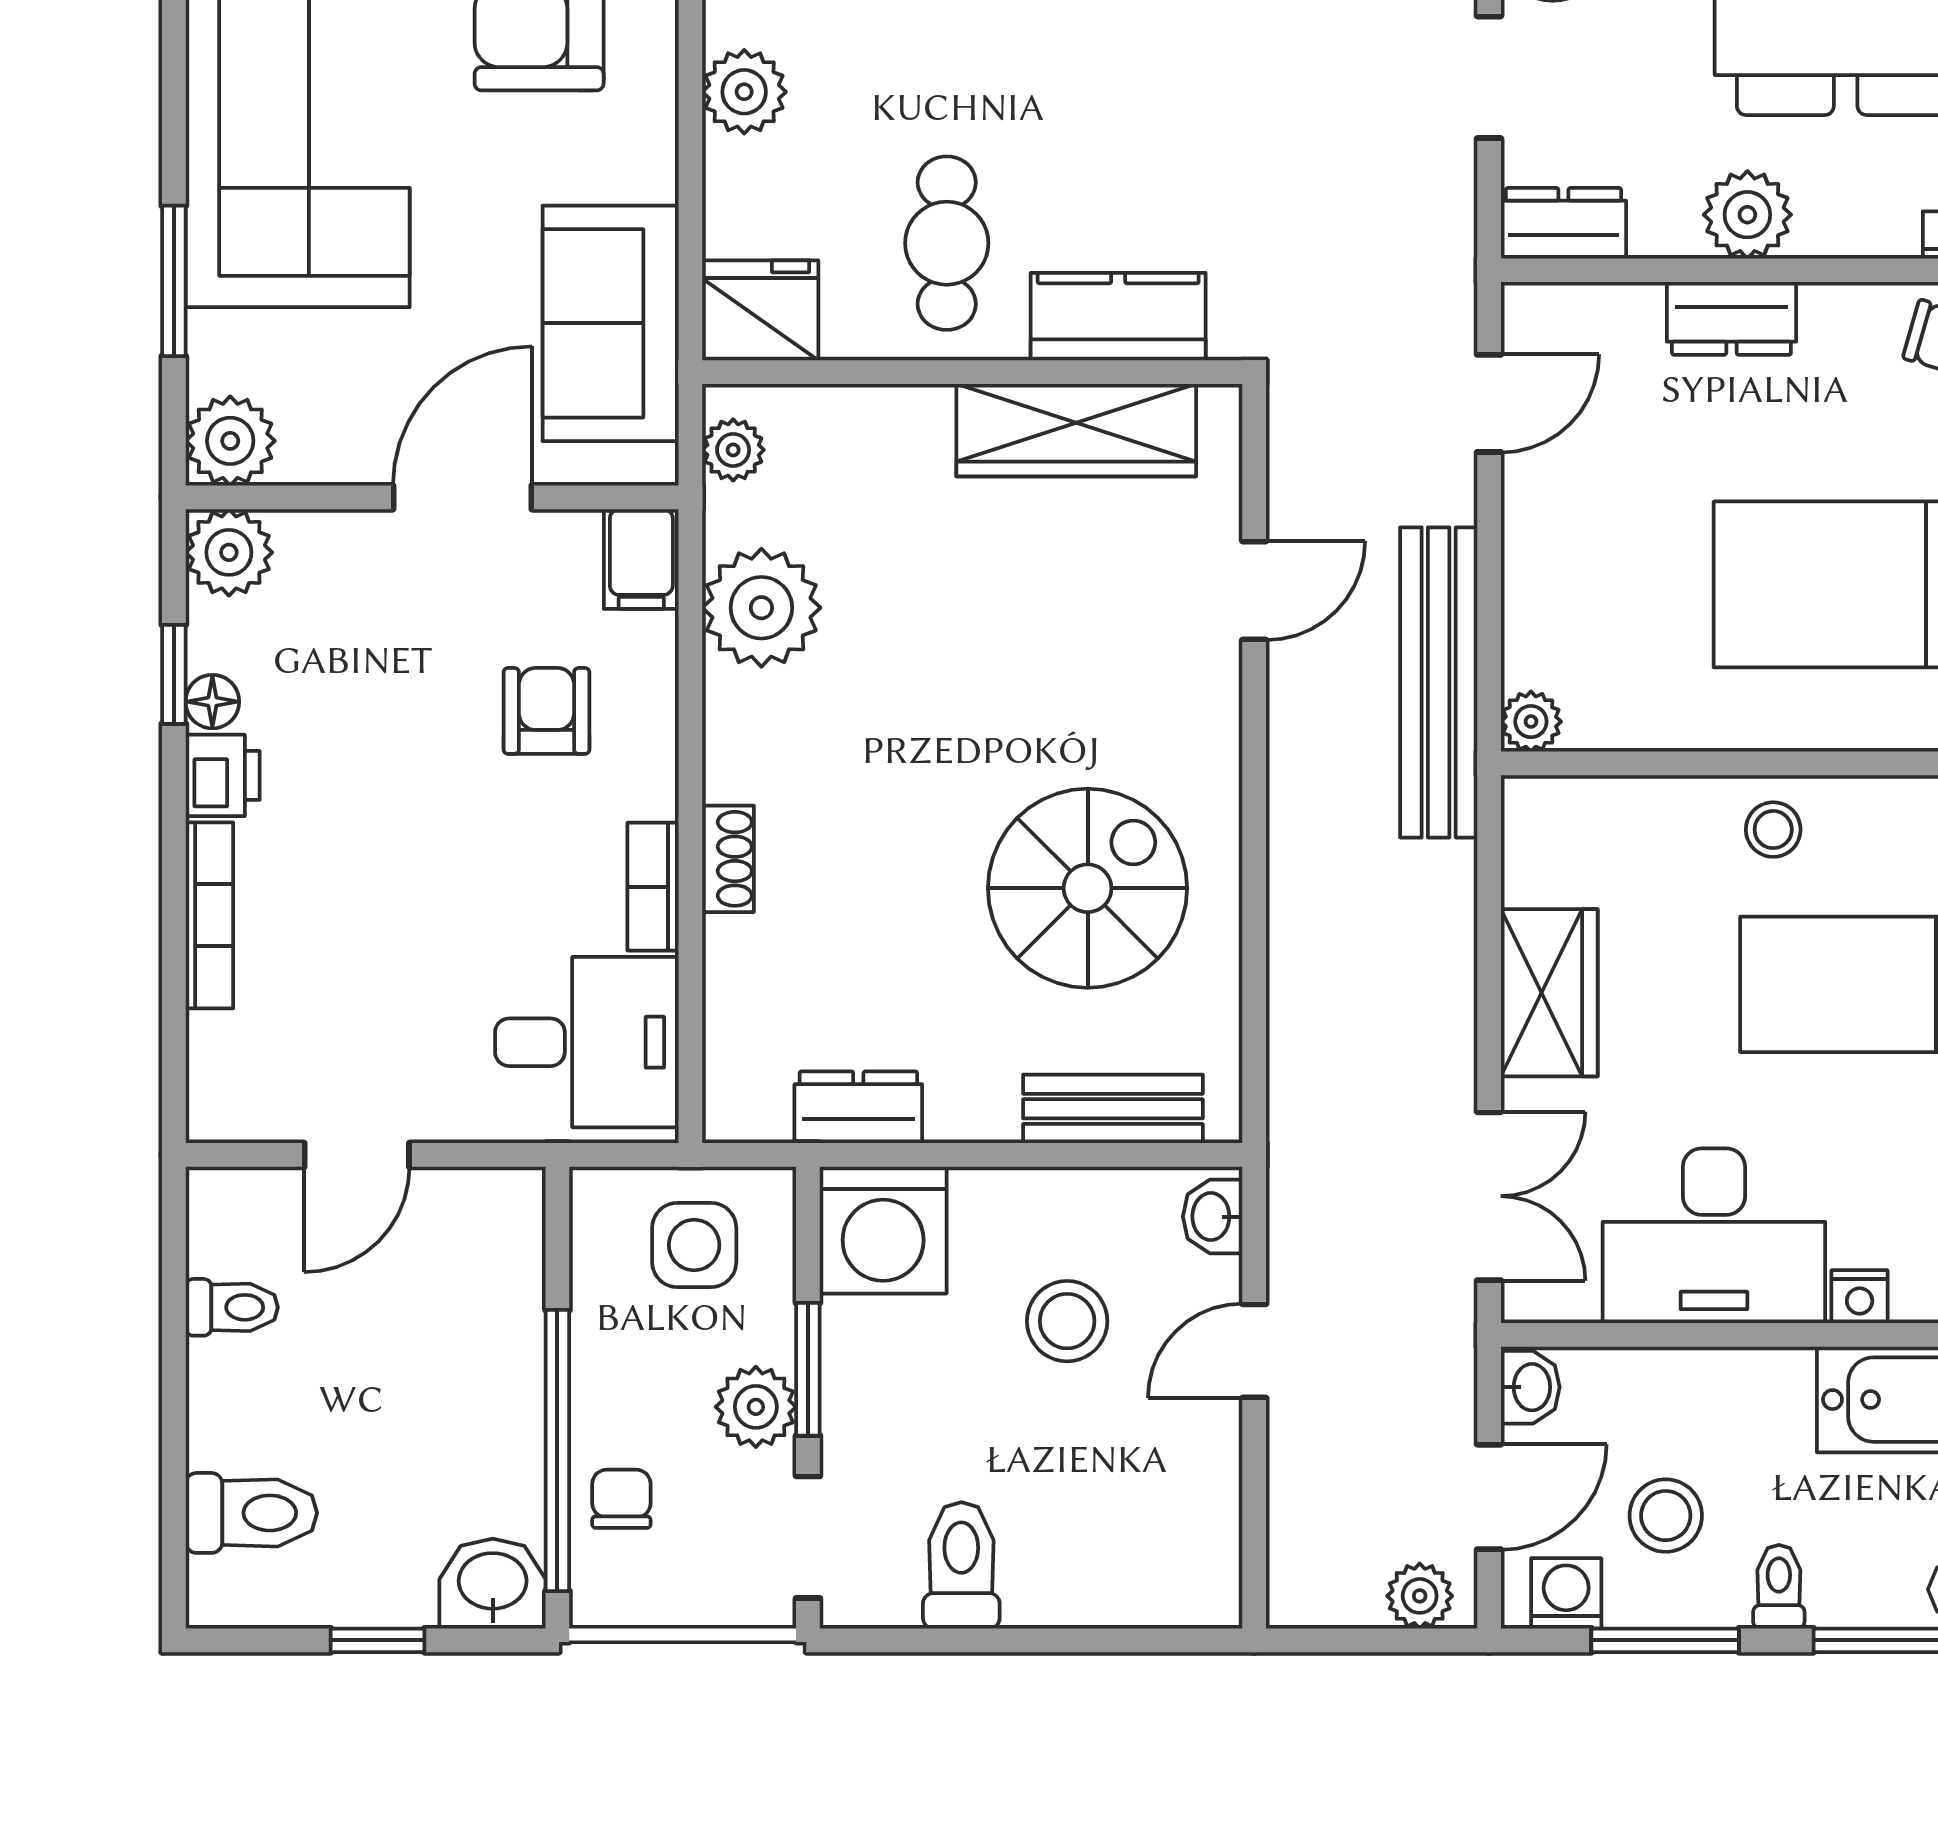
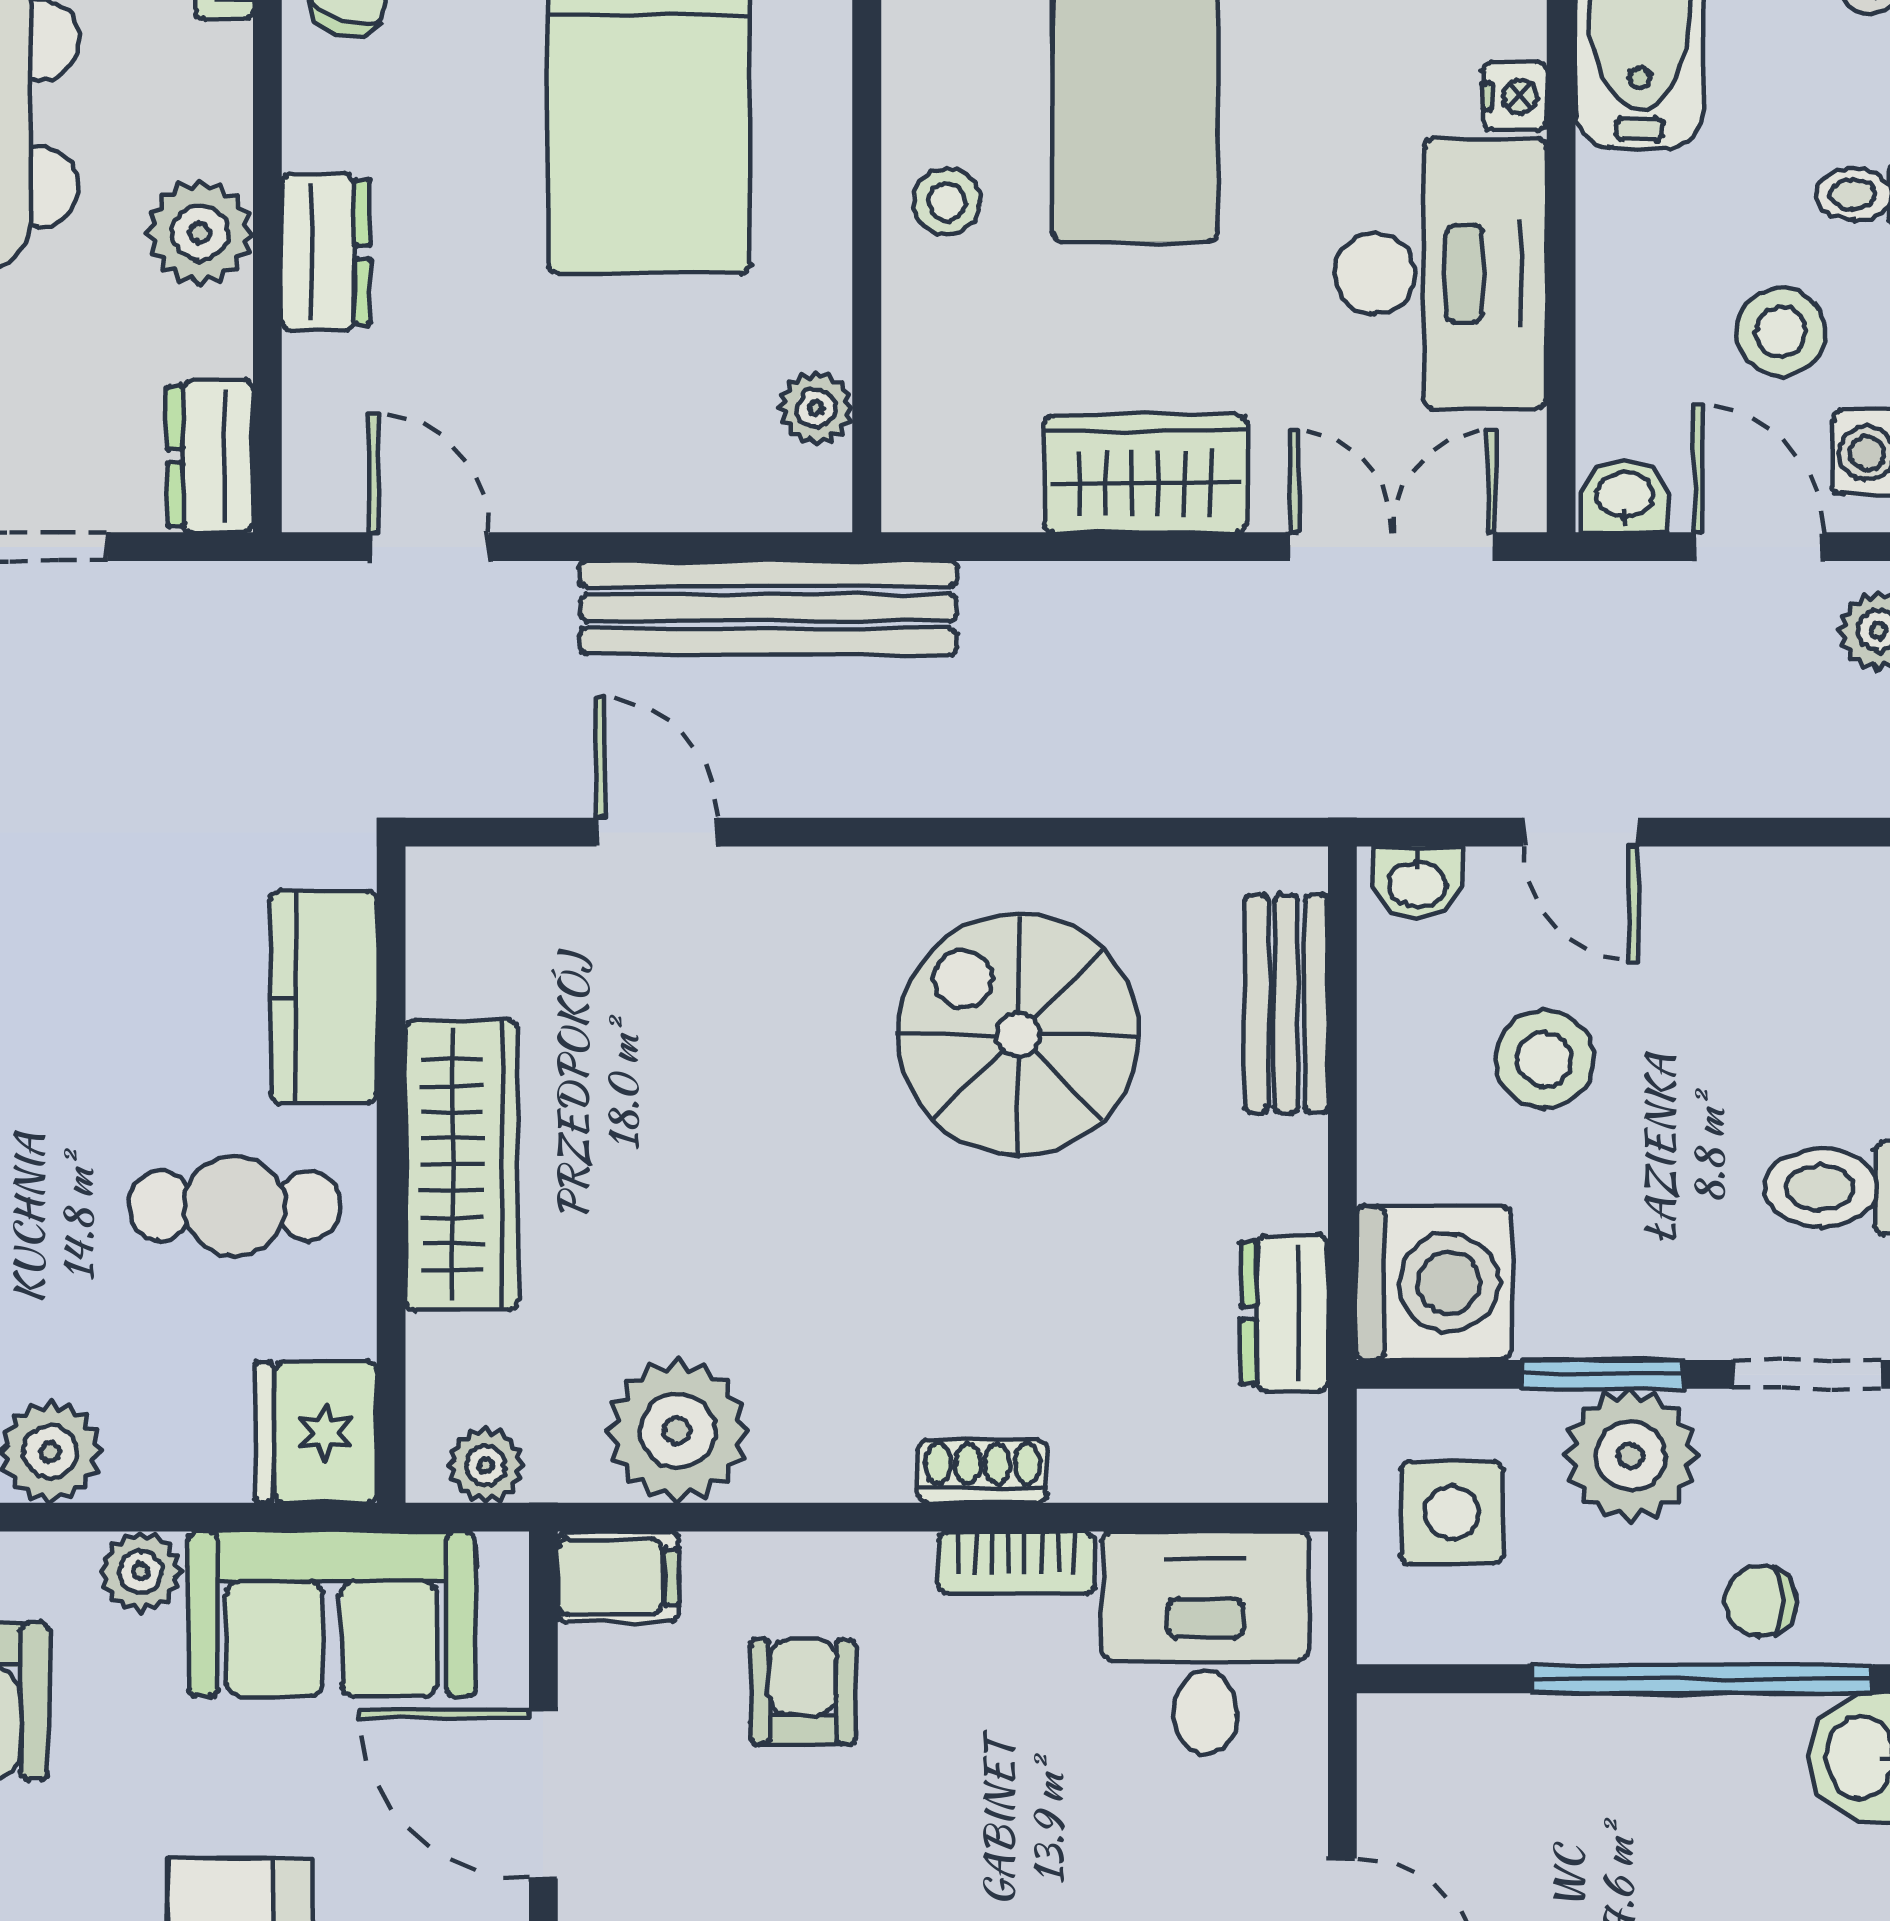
plant: (645, 166) -> (141, 1572), added
wardrobe: (1076, 430) -> (462, 1165), moved
armchair: (547, 711) -> (803, 1692), turned 90
plant: (1531, 722) -> (816, 408), moved
plant: (756, 1407) -> (1631, 1455), width x1.36, depth x1.36

